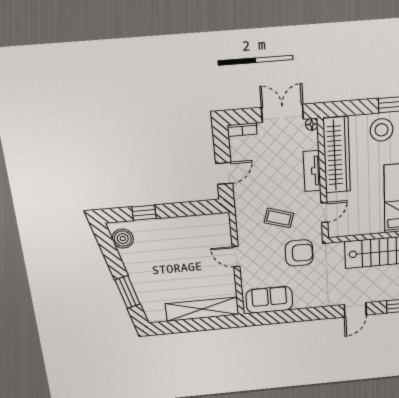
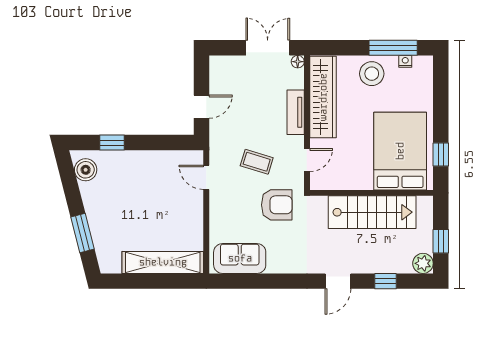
bookcase: (242, 130) -> (224, 61), removed
door: (236, 257) -> (206, 177), moved

